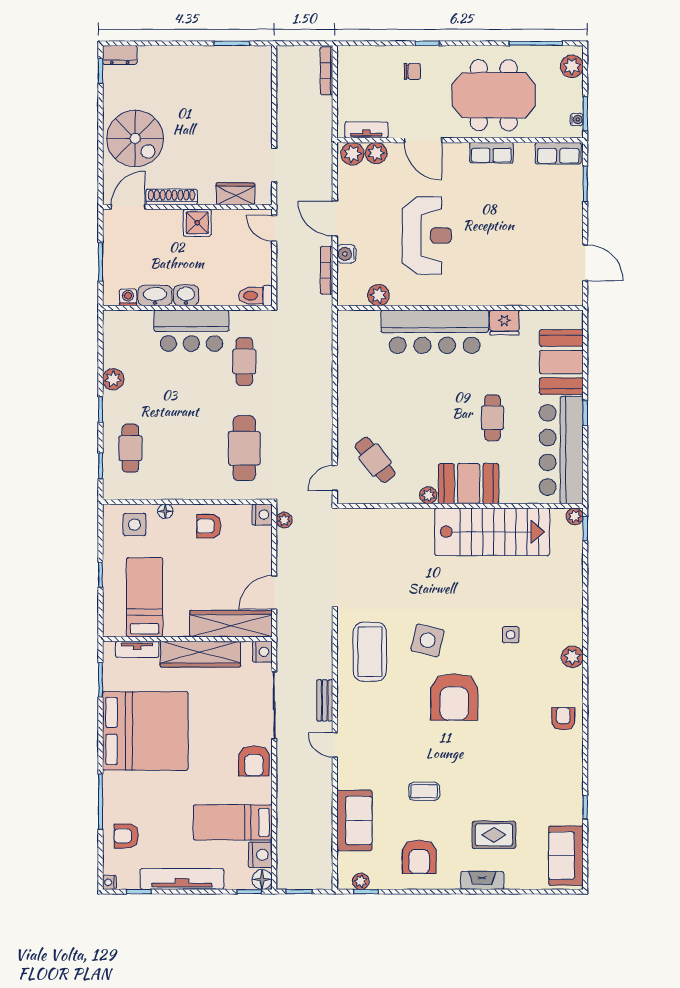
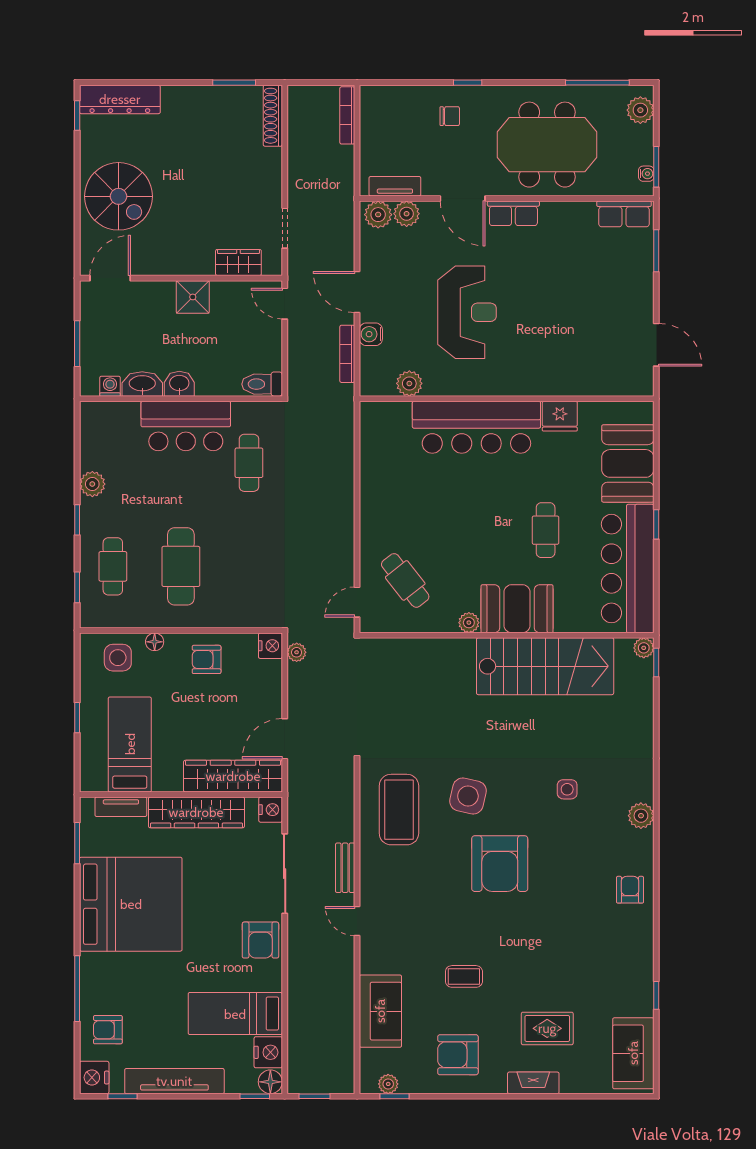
dresser: (120, 55) -> (120, 99), width x1.96, depth x1.24
row of seats: (491, 153) -> (513, 213), moved
shoe rack: (172, 197) -> (273, 116), moved, turned -90
cafe table: (244, 448) -> (181, 566), moved
armchair: (419, 857) -> (458, 1055), turned 90
nightstand: (109, 882) -> (94, 1077), width x1.89, depth x1.79

